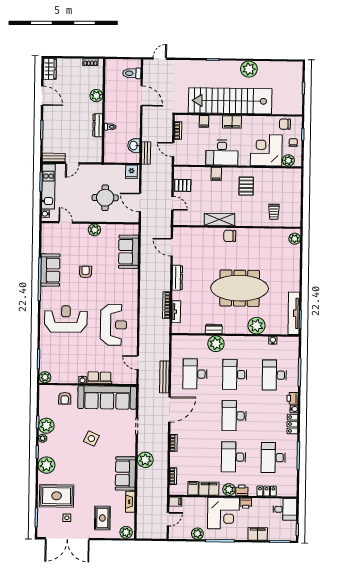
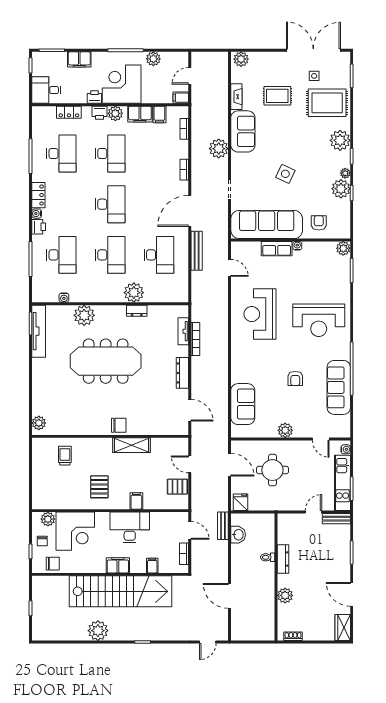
toilet: (132, 73) -> (242, 623), removed
sofa: (50, 270) -> (339, 387), width x1.36
rug: (102, 518) -> (277, 96), moved, turned 90

